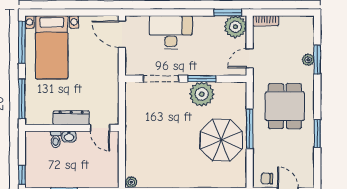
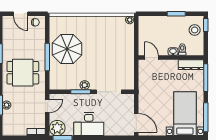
desk: (171, 32) -> (89, 124), moved
plant: (202, 94) -> (85, 85), width x0.53, depth x0.53
dining table: (285, 106) -> (23, 73), turned 90
dresser: (71, 118) -> (191, 65), moved
stool: (38, 168) -> (195, 30), added

